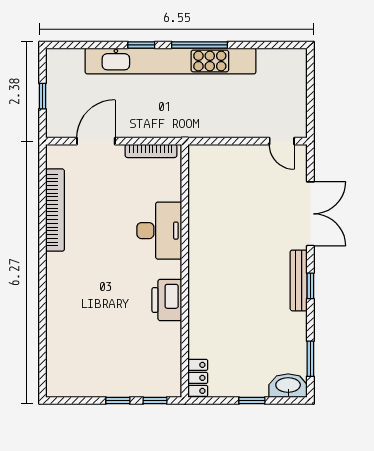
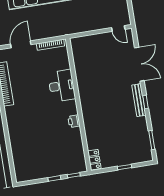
printer: (167, 300) -> (74, 121), width x0.53, depth x0.68
washbasin: (288, 386) -> (142, 156), removed

